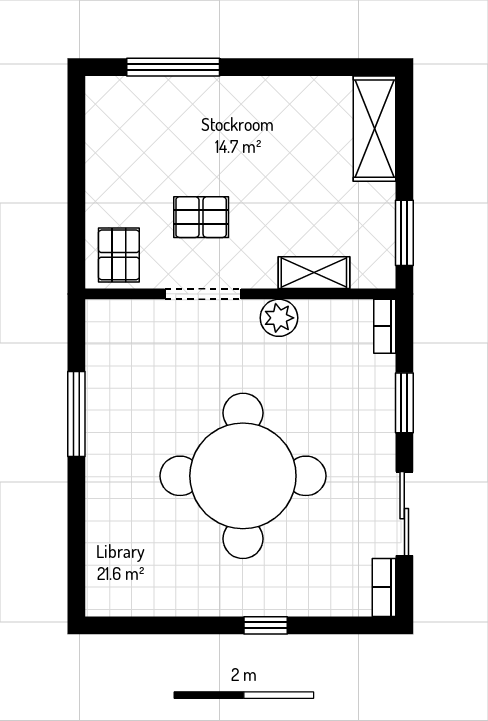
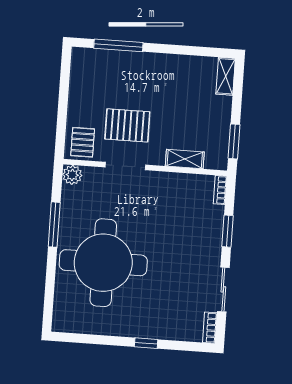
shelving: (375, 129) -> (226, 76), width x0.67, depth x0.75
pallet: (201, 217) -> (127, 125), width x1.50, depth x1.42
plant: (279, 318) -> (72, 175), moved
round table: (243, 476) -> (103, 263), moved

